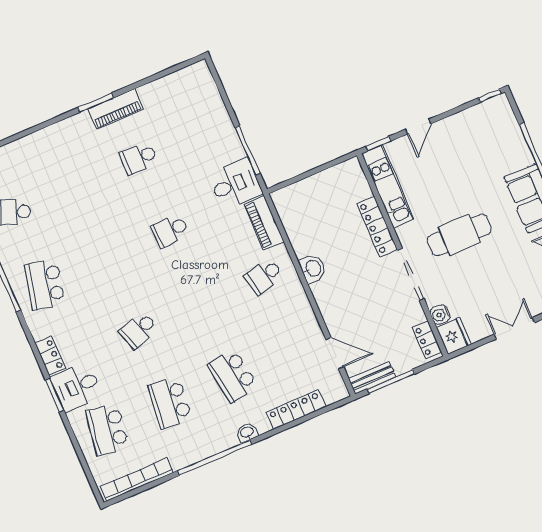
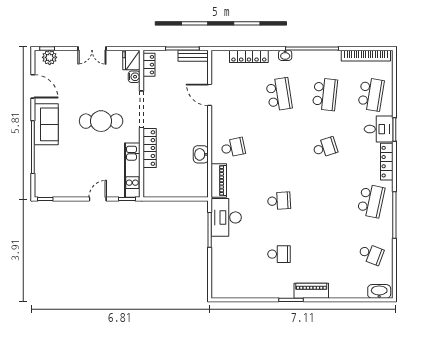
piano: (115, 109) -> (311, 291), moved
desk: (235, 184) -> (226, 217), width x1.37
washbasin: (313, 269) -> (201, 154), moved
door: (335, 353) -> (210, 95), moved
locker: (50, 356) -> (387, 162), width x1.53

